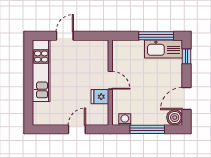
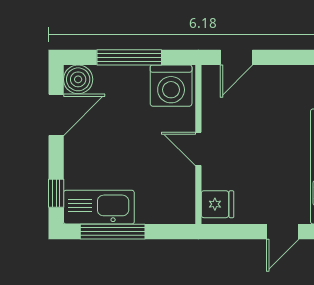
fridge: (100, 97) -> (218, 204), moved
washing machine: (125, 119) -> (171, 86), width x1.89, depth x1.89
door: (77, 129) -> (237, 57), moved

